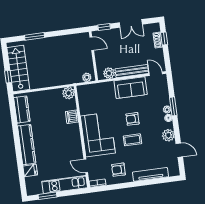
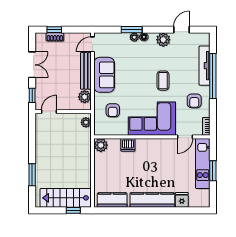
armchair: (132, 119) -> (113, 110), moved
window: (142, 183) -> (213, 76), added
window: (48, 196) -> (213, 171), moved

